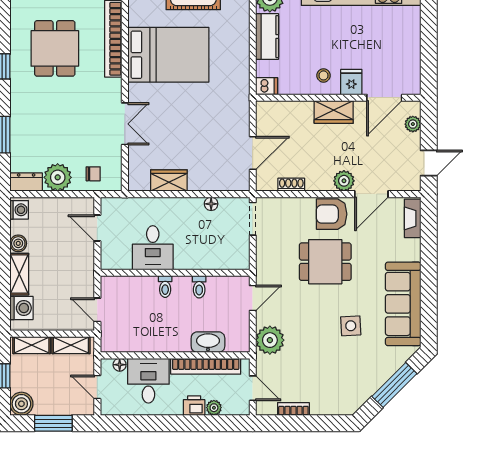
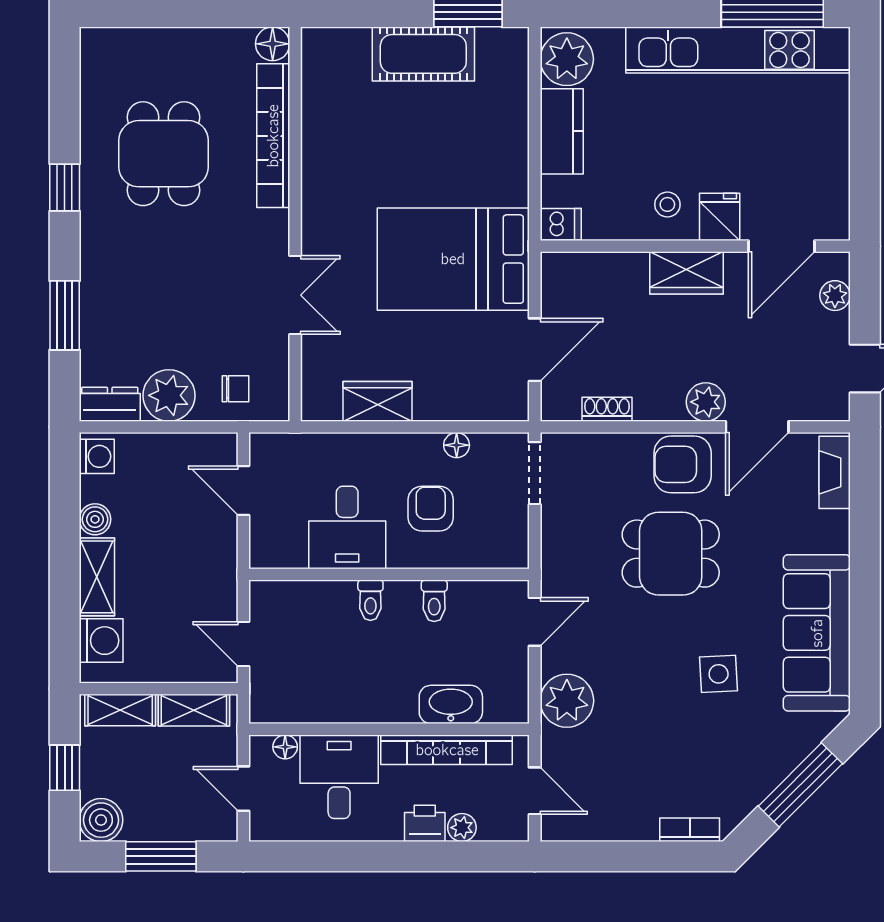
bed: (168, 55) -> (453, 259), moved, turned 180
armchair: (197, 238) -> (431, 509), added
bookcase: (293, 409) -> (690, 830), moved

